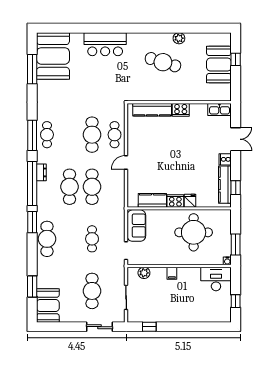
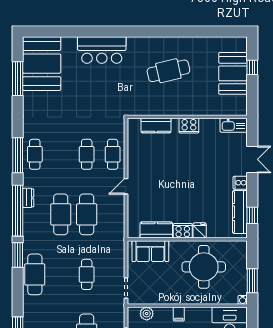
plant: (179, 38) -> (187, 43), removed
cafe table: (163, 62) -> (168, 71), turned -30
kitchen counter: (152, 110) -> (156, 126), width x0.67
cafe table: (92, 135) -> (87, 154), width x0.73, depth x0.74
sofa: (136, 226) -> (150, 251), moved, turned 90

